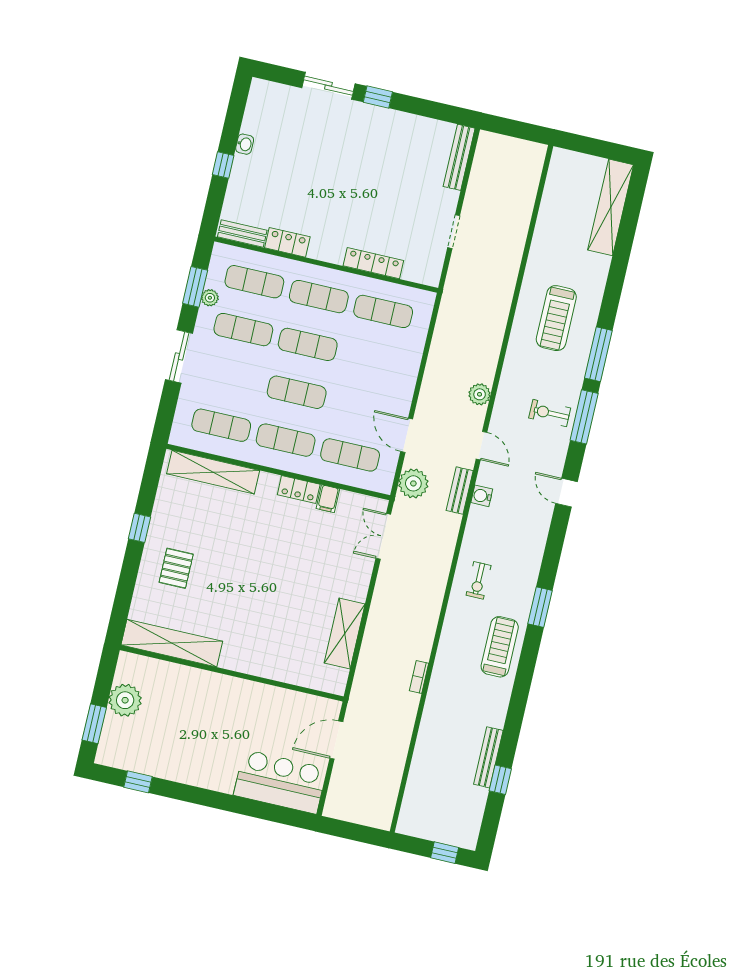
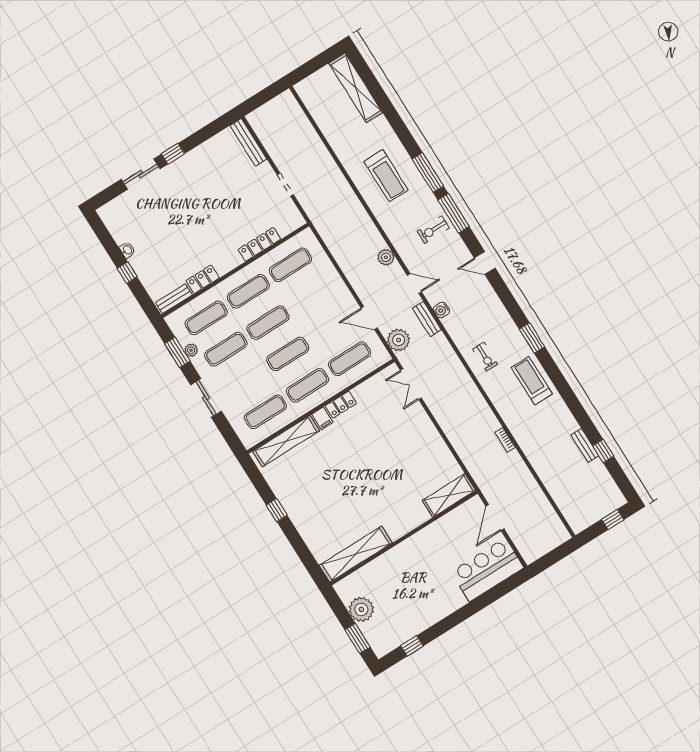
filing cabinet: (328, 499) -> (322, 418), moved
pallet: (176, 568) -> (318, 512), removed
shelving: (345, 634) -> (449, 495), moved, turned 90
bench: (488, 757) -> (585, 445), width x0.73

